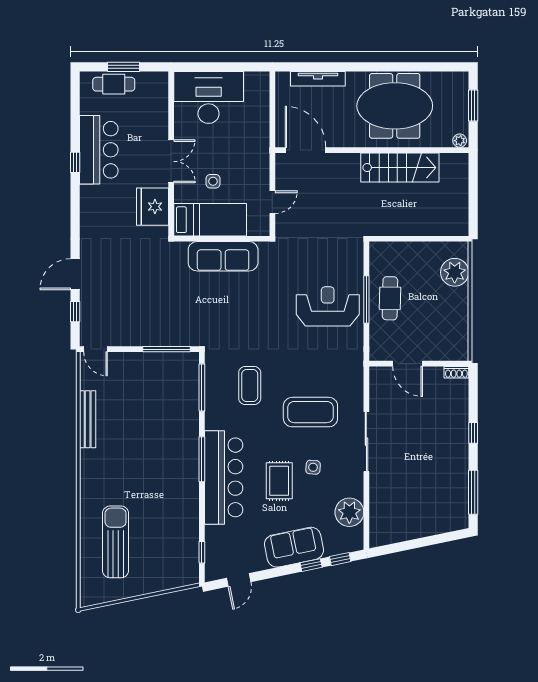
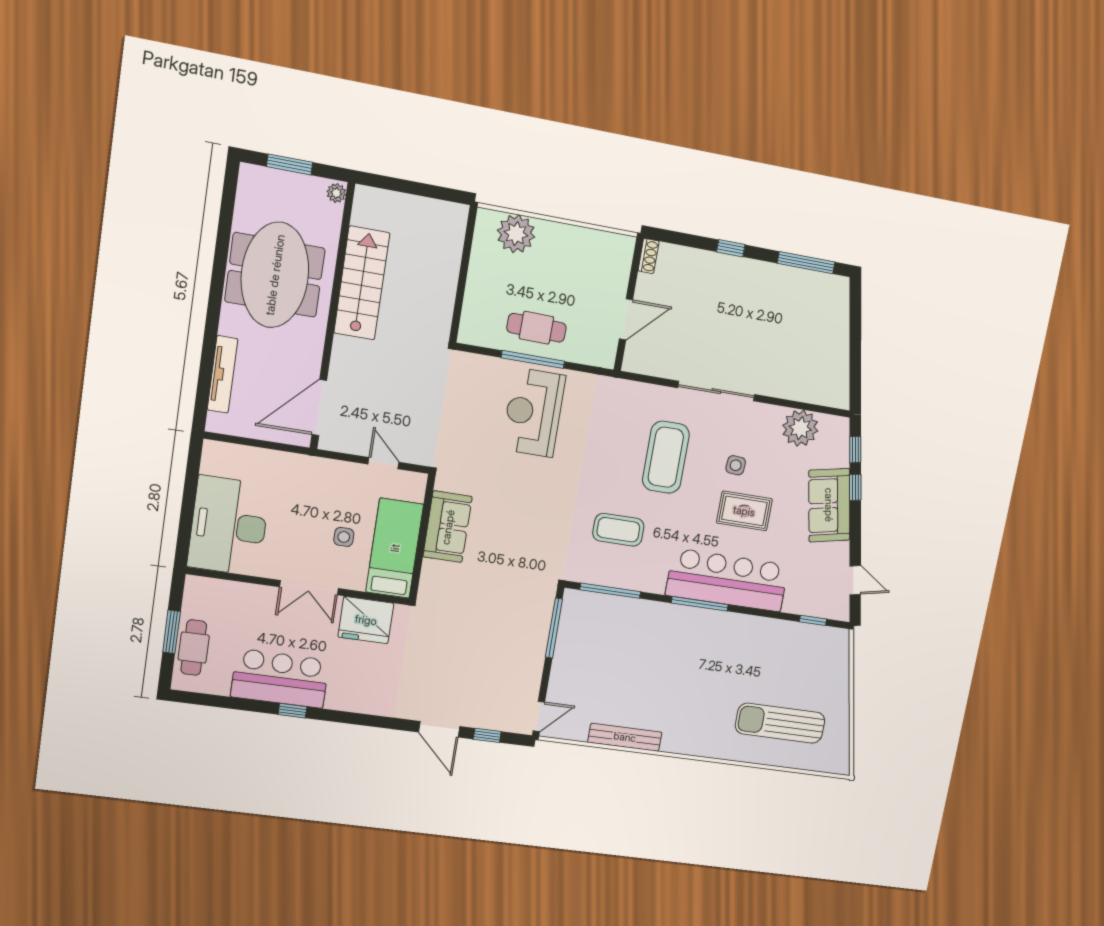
double door: (171, 161) -> (309, 588), swing flipped
sofa: (223, 256) -> (448, 527), width x0.73

